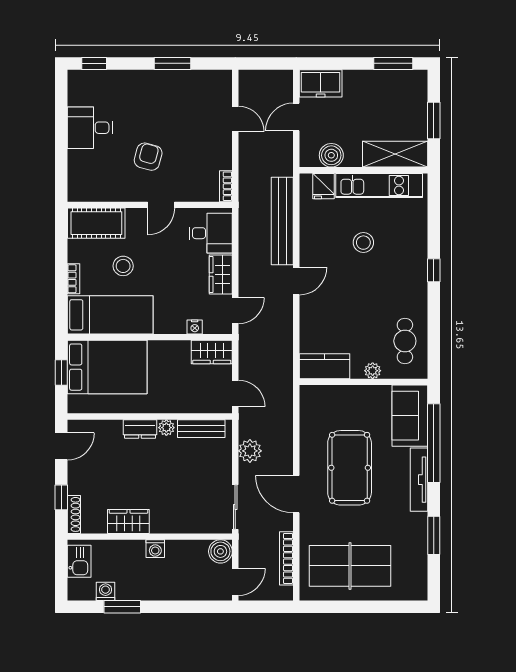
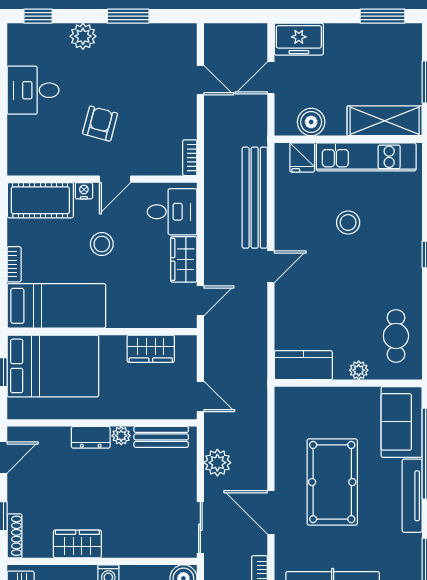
plant: (133, 81) -> (83, 36), added
stool: (123, 266) -> (102, 244), moved
nightstand: (195, 327) -> (84, 191), moved, turned 180
wardrobe: (212, 352) -> (151, 349), moved

